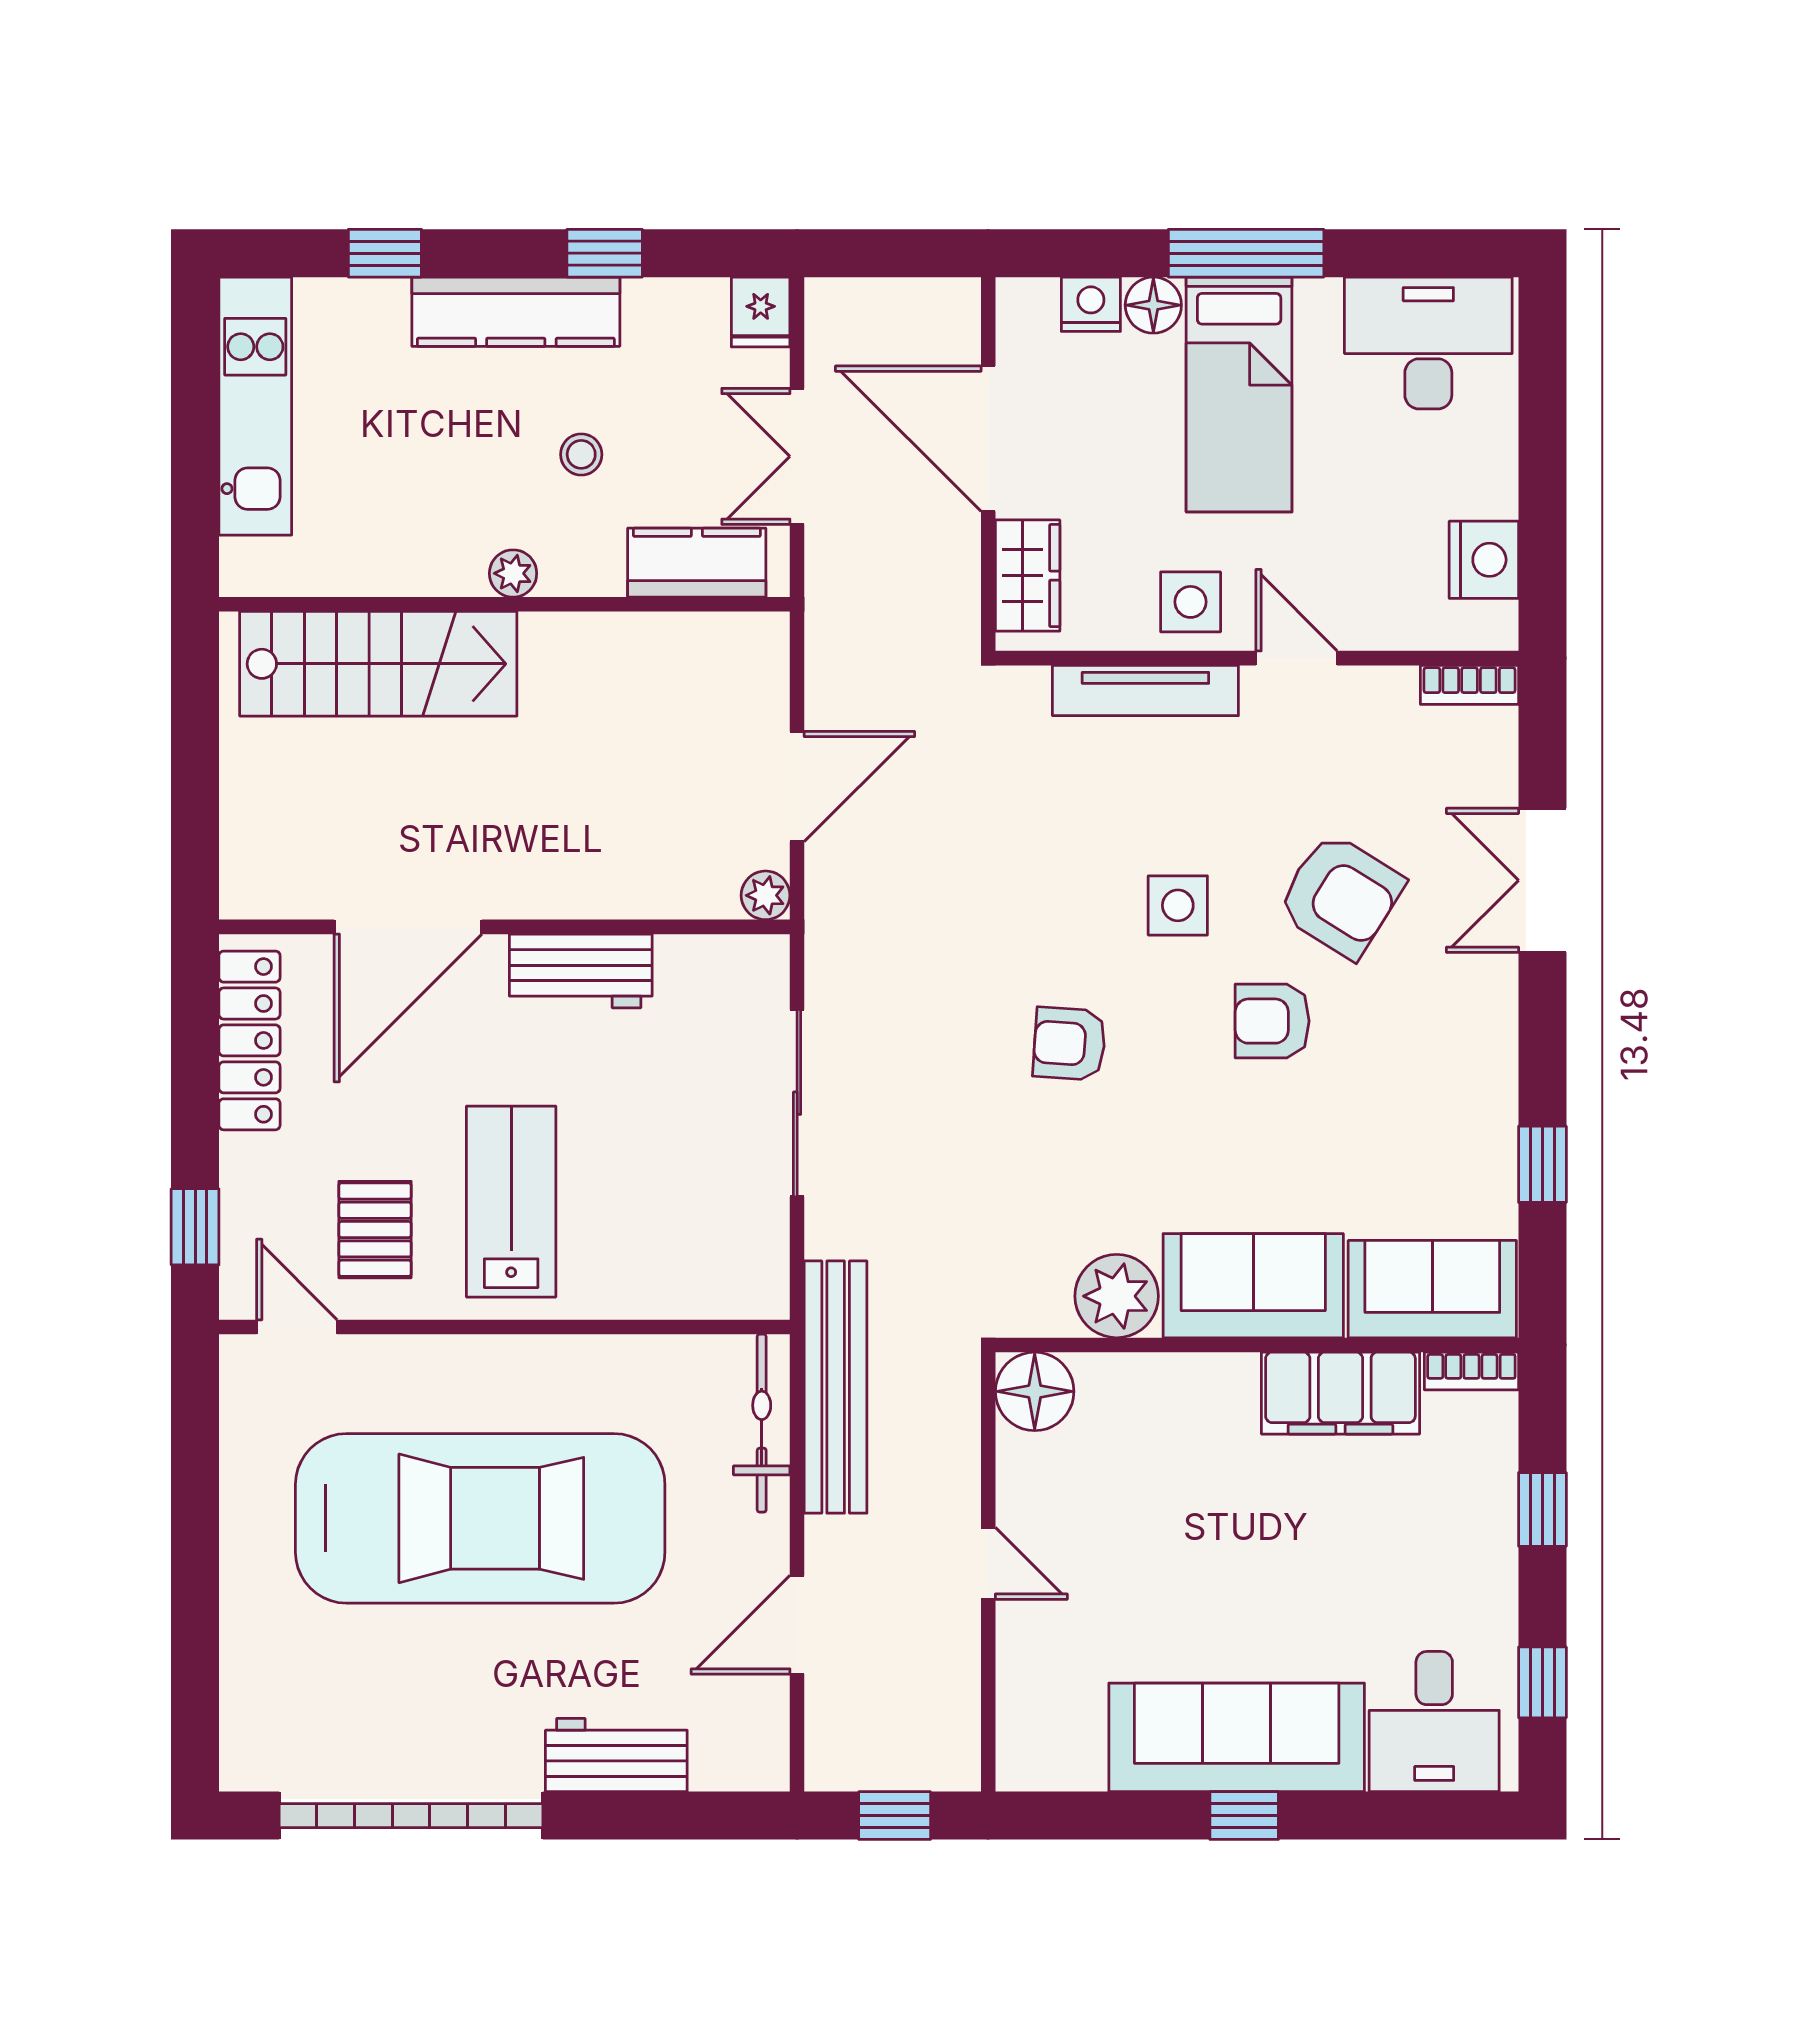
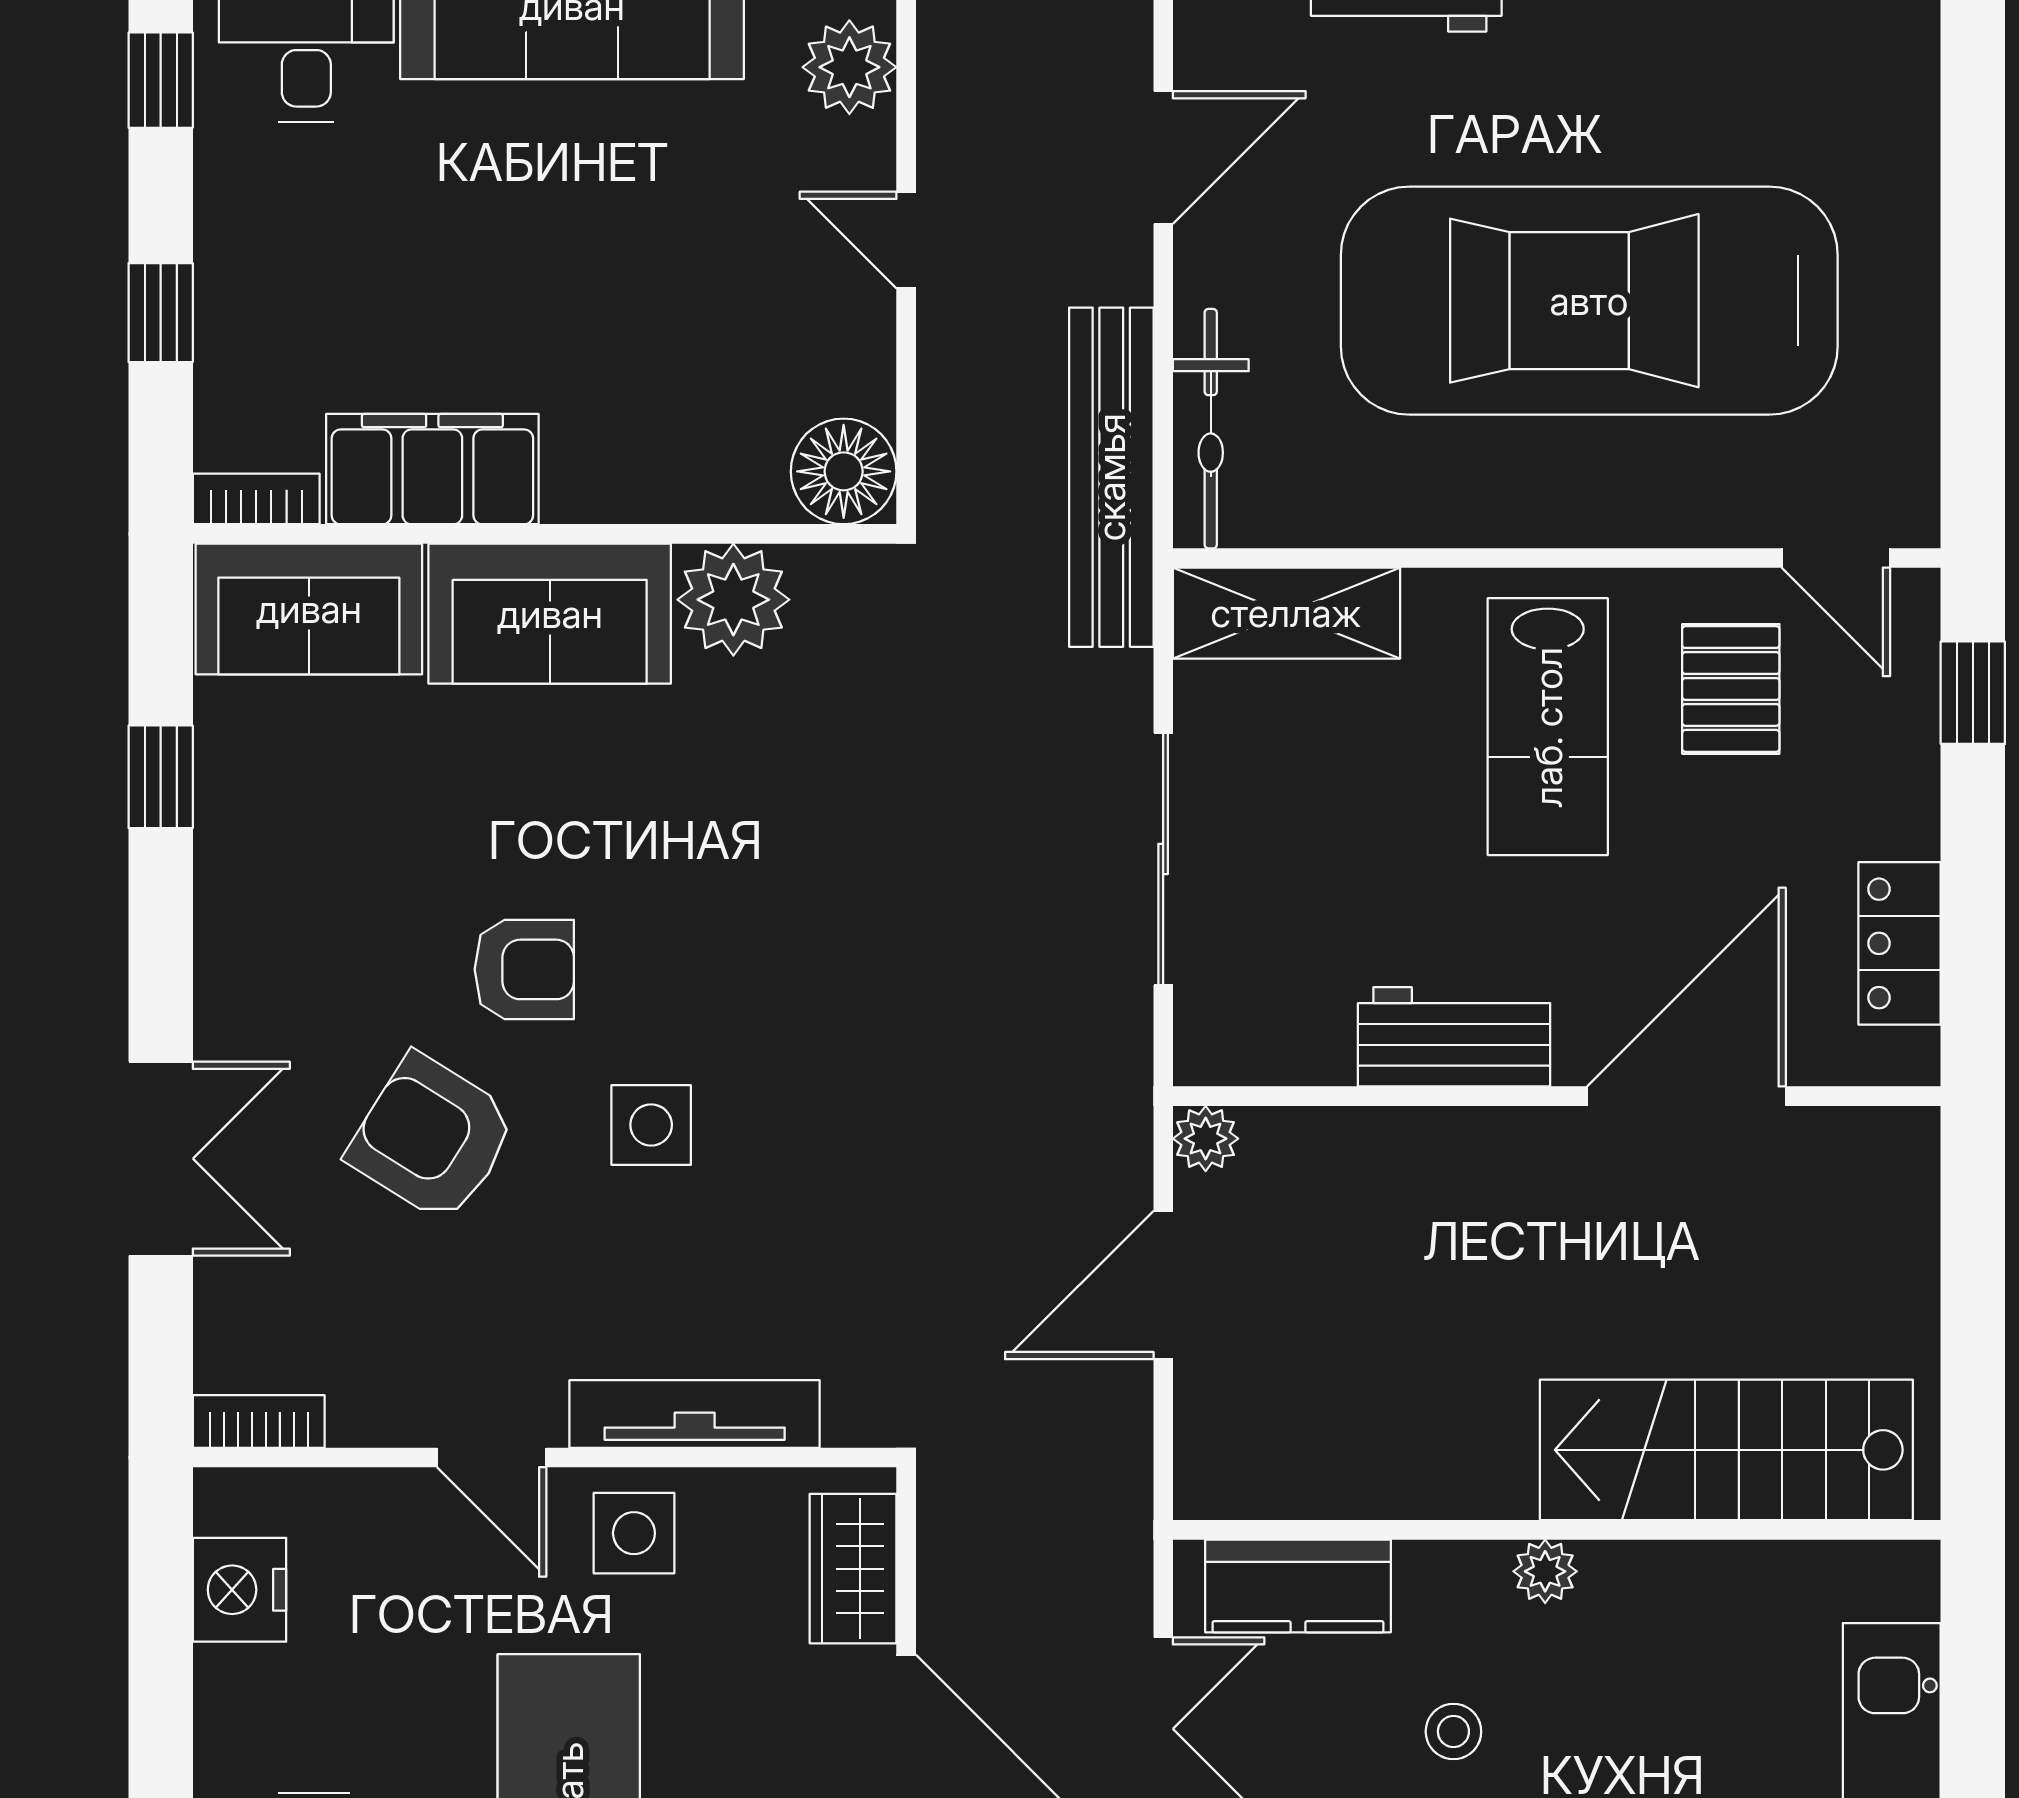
locker: (249, 1040) -> (1900, 943), width x0.66
armchair: (1069, 1044) -> (797, 939), removed
shelving: (705, 1286) -> (1286, 613), added
plant: (1030, 1692) -> (849, 67), added

